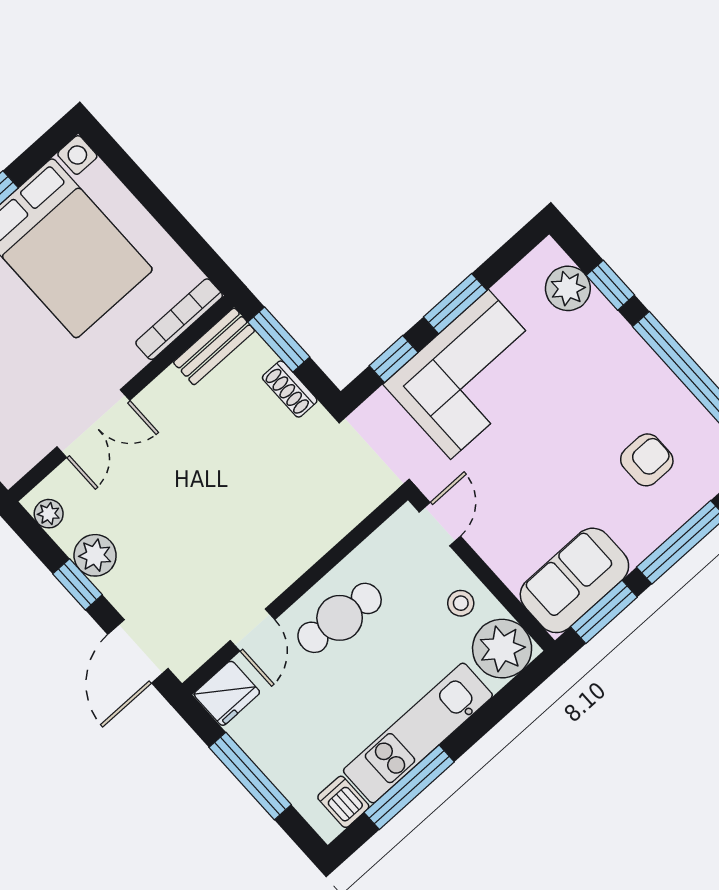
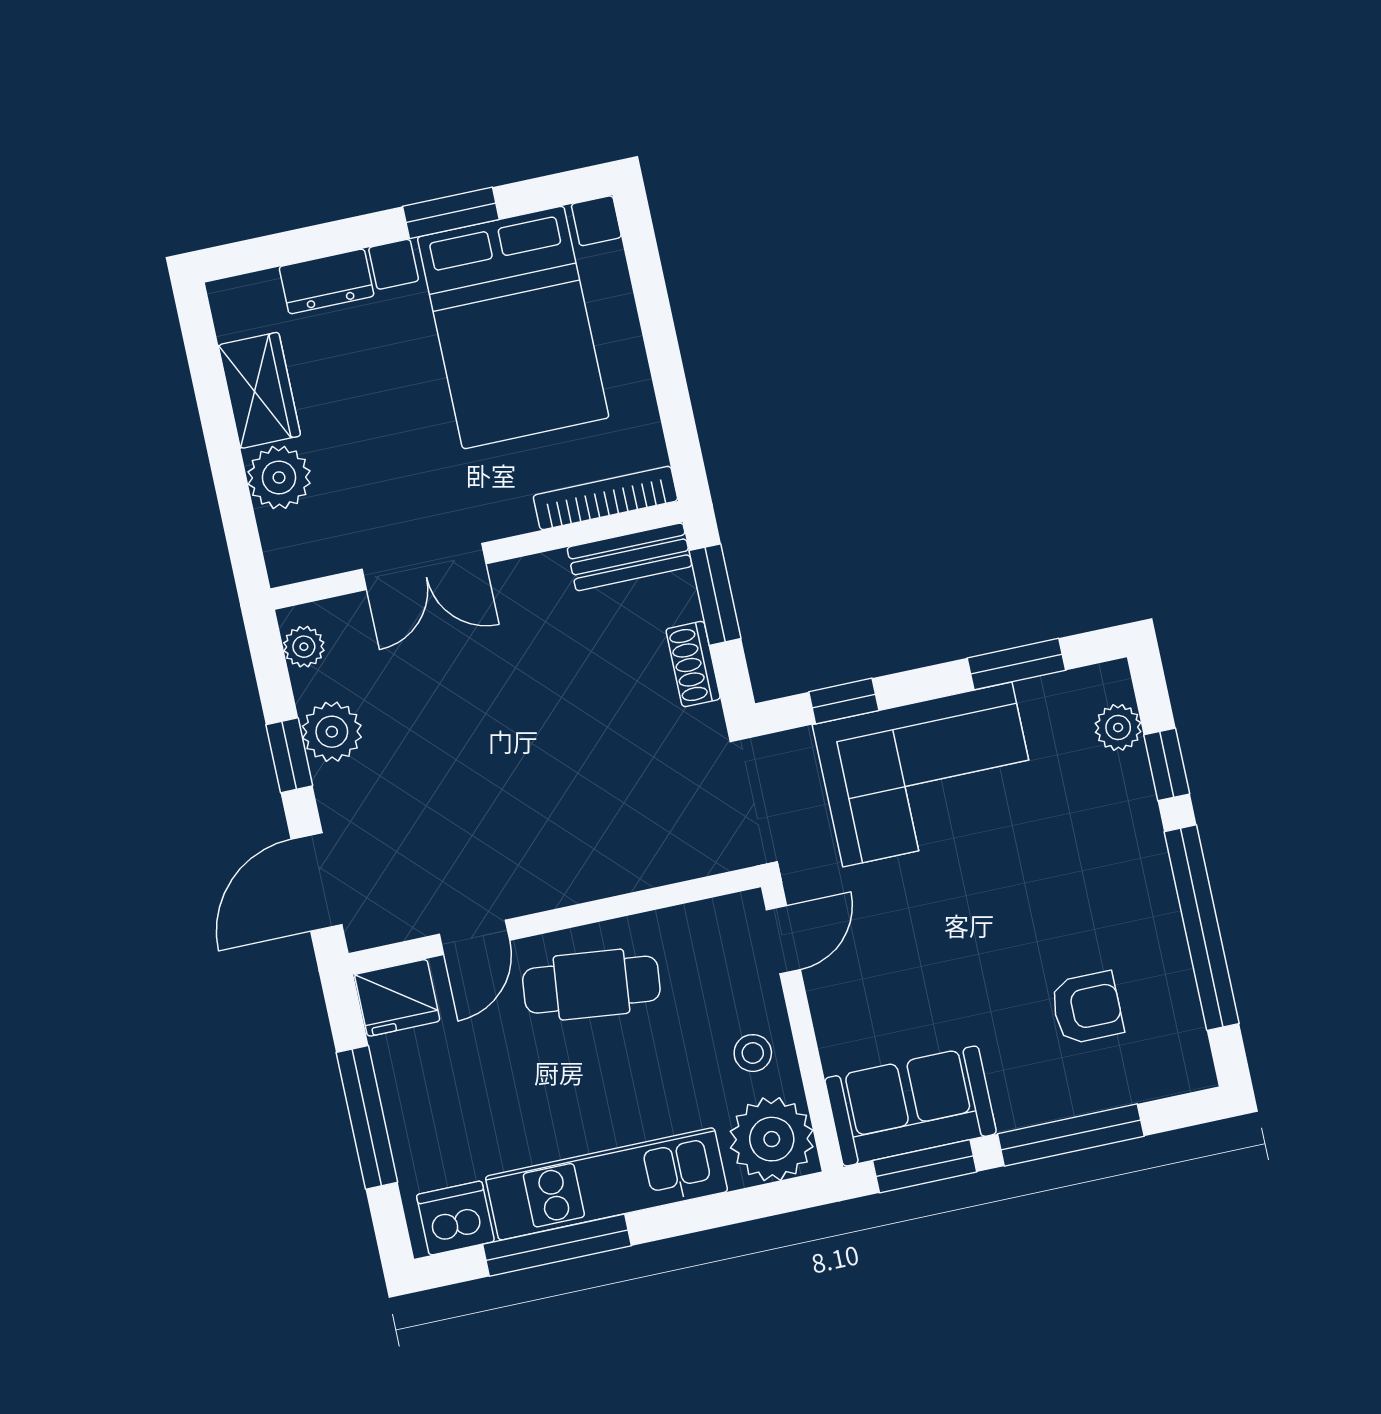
plant: (568, 288) -> (1118, 727), width x0.73, depth x0.73
window: (455, 304) -> (1016, 664), moved
dishwasher: (343, 802) -> (455, 1218), width x1.38

